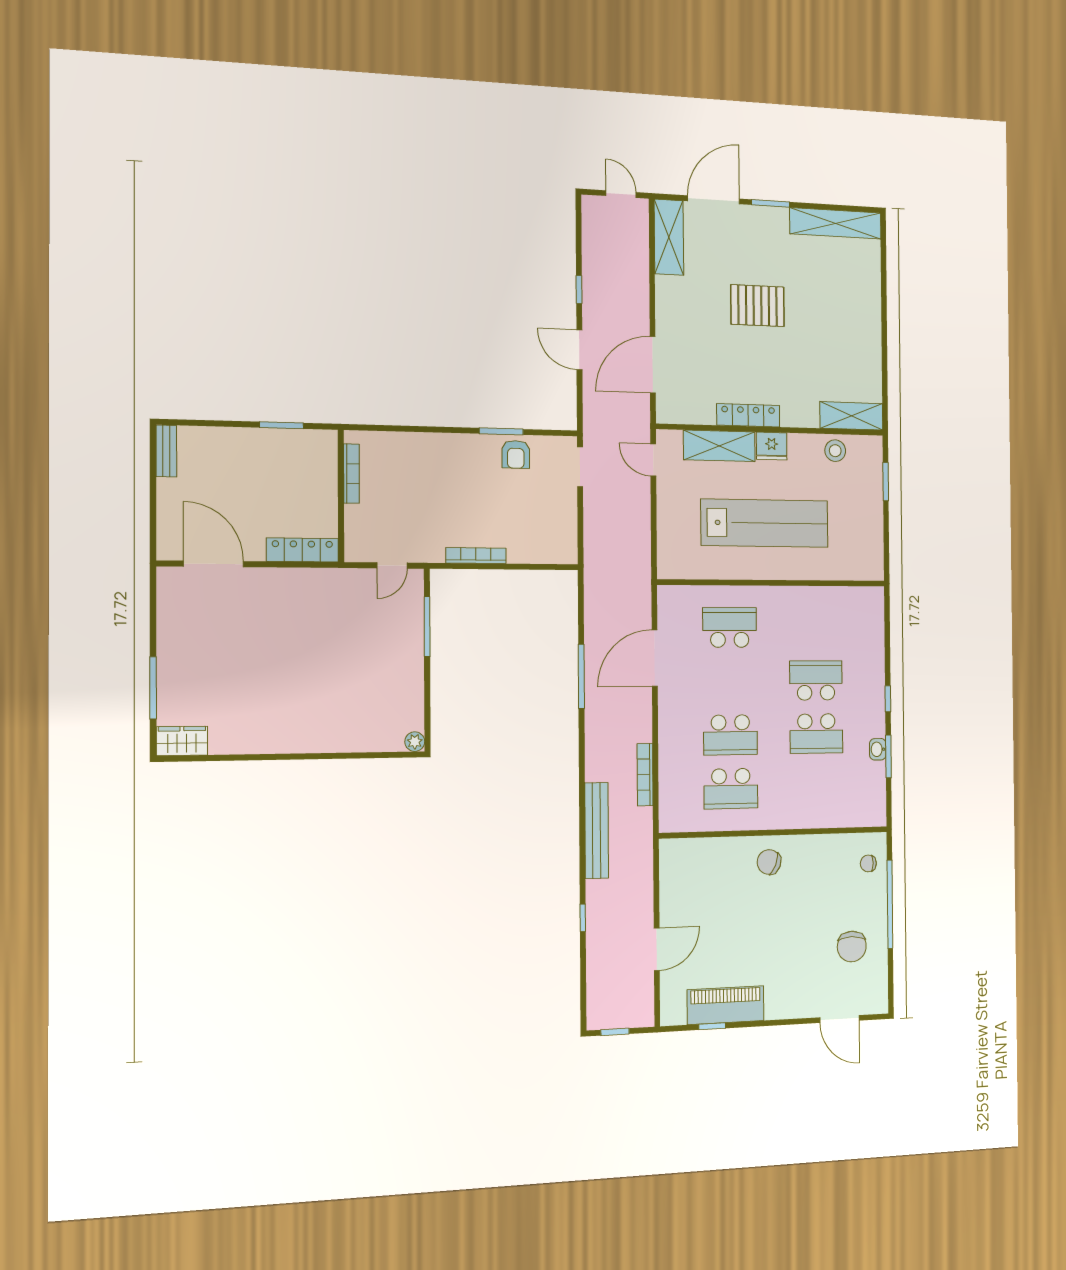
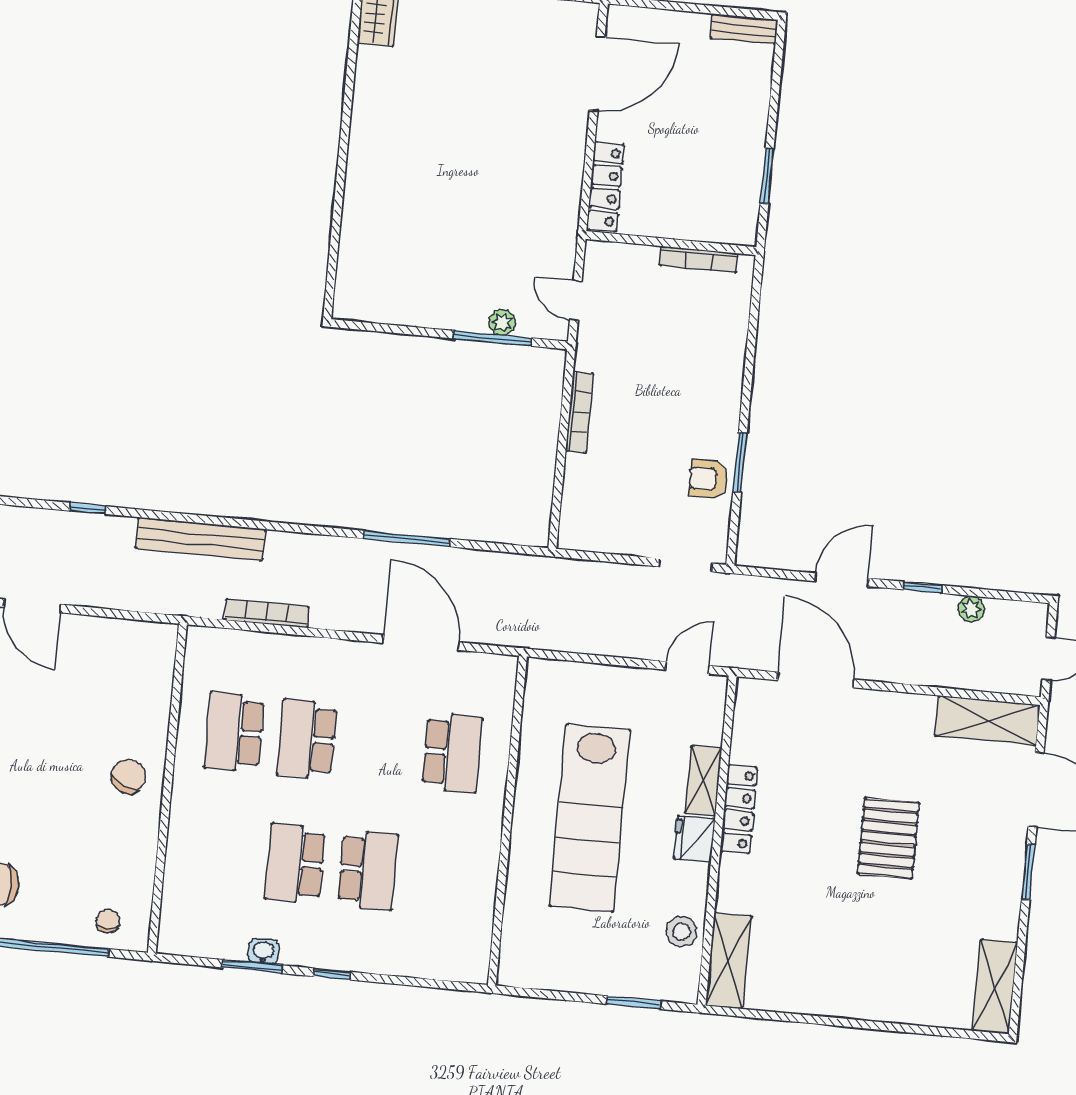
shelving: (836, 223) -> (995, 987), width x0.68
plant: (591, 253) -> (971, 609), added
shelving: (719, 446) -> (703, 781), width x0.67, depth x0.75
plant: (415, 742) -> (502, 322), moved

